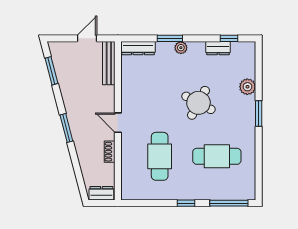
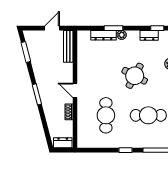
dresser: (138, 48) -> (103, 35), moved

